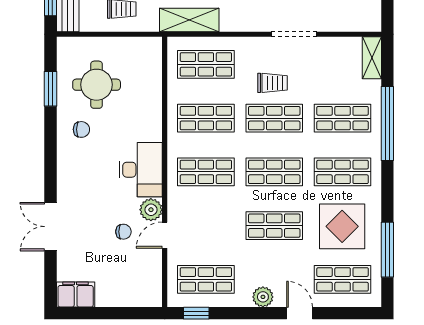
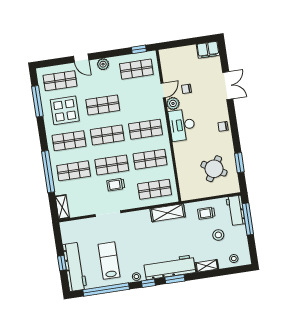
round table: (97, 85) -> (214, 169), turned 31
chair: (81, 129) -> (223, 126), moved

